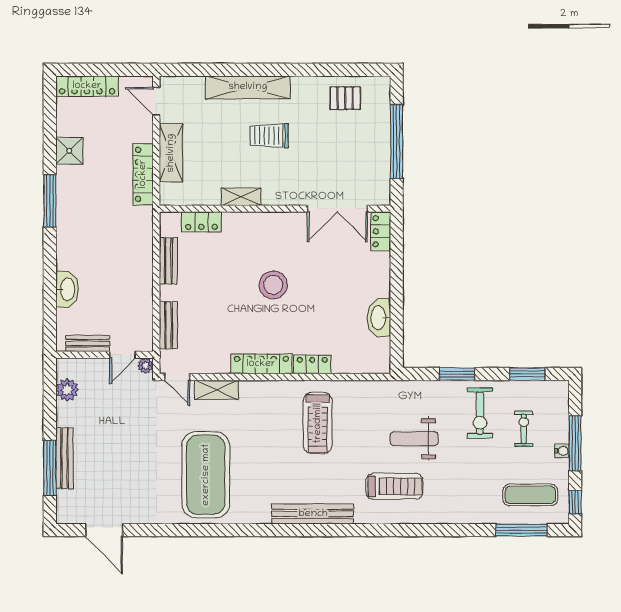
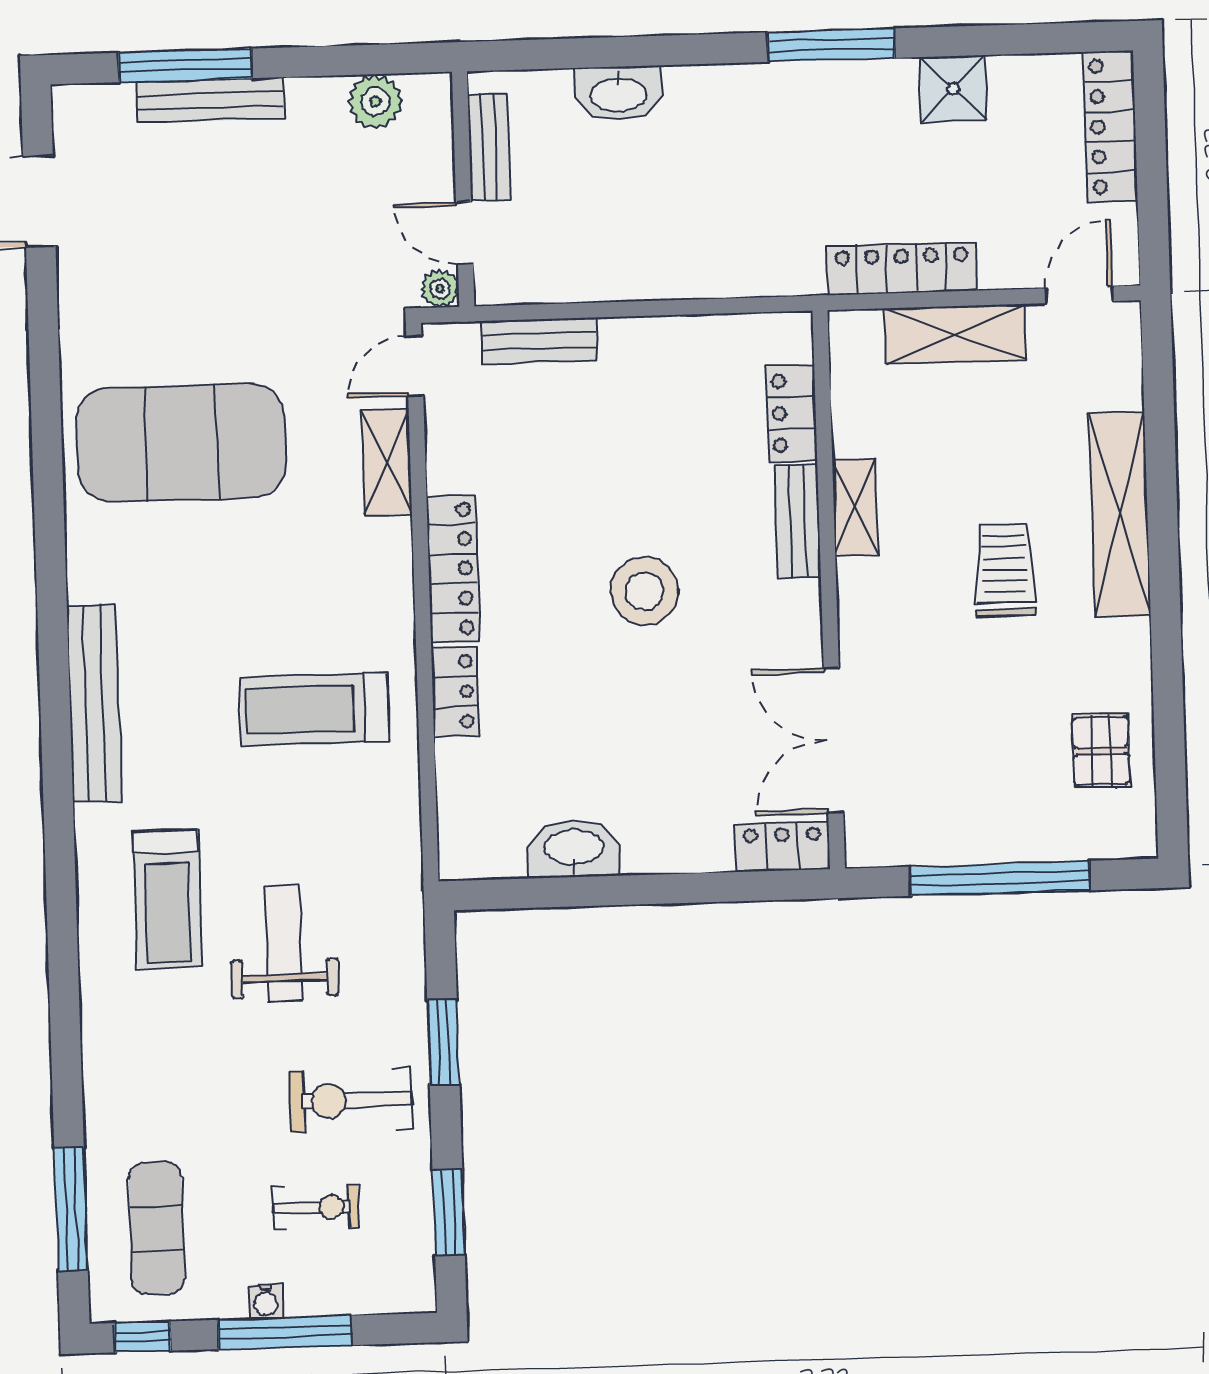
bench: (168, 261) -> (798, 521), moved, turned 90

